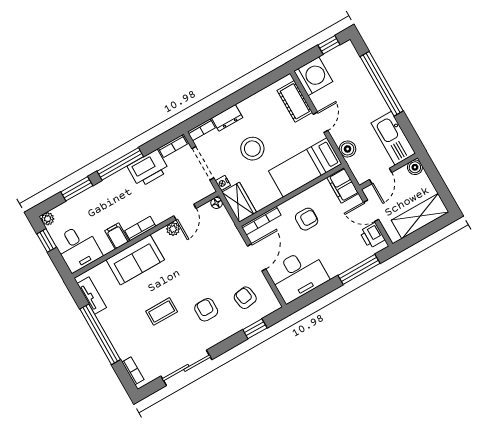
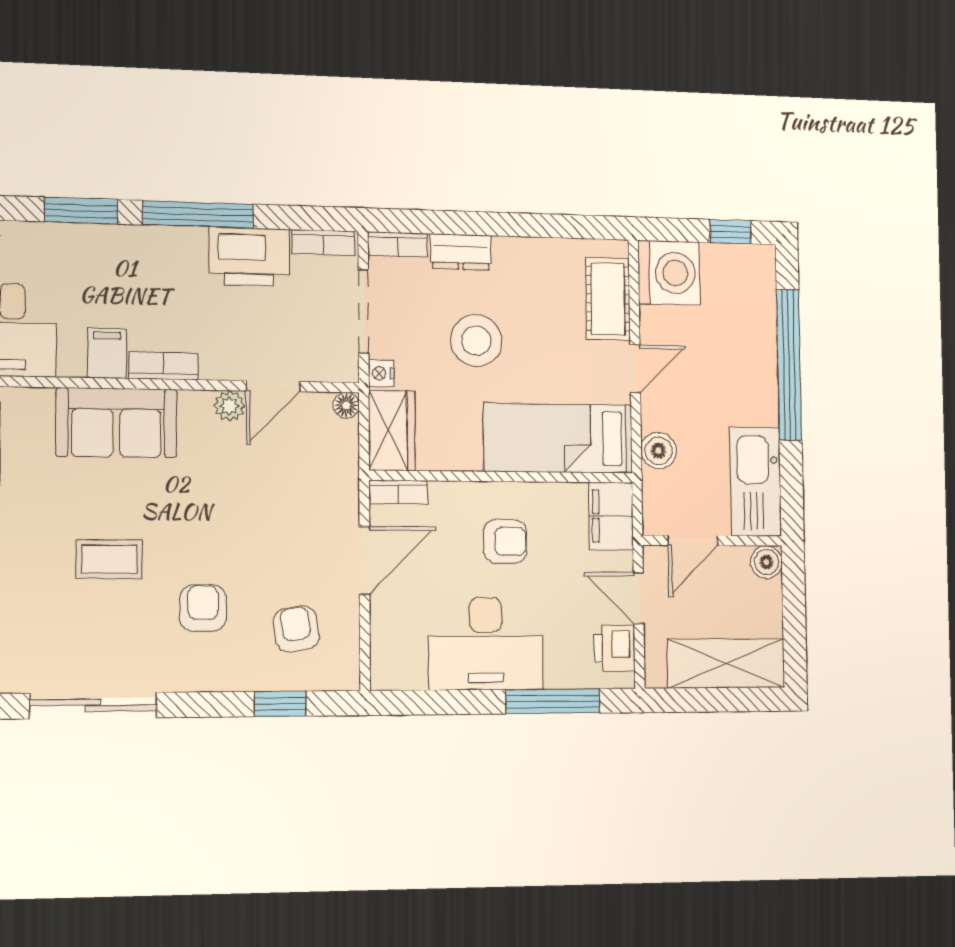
bookcase: (261, 221) -> (398, 492), width x0.64
desk: (298, 275) -> (486, 643), moved

